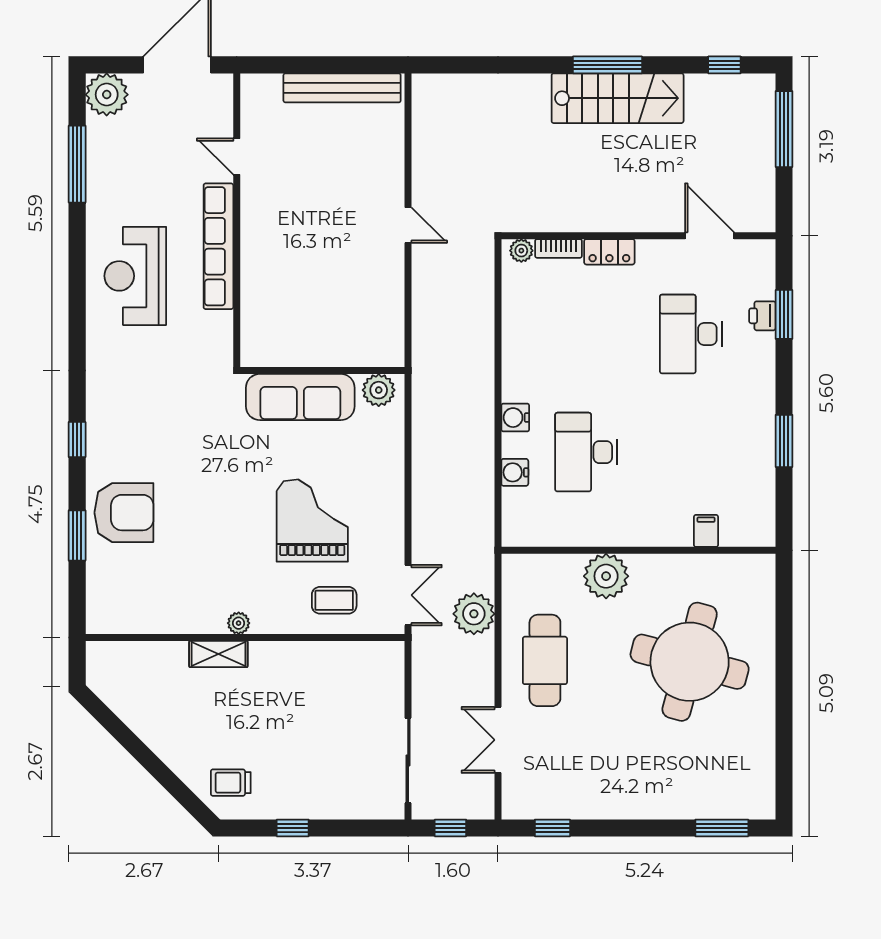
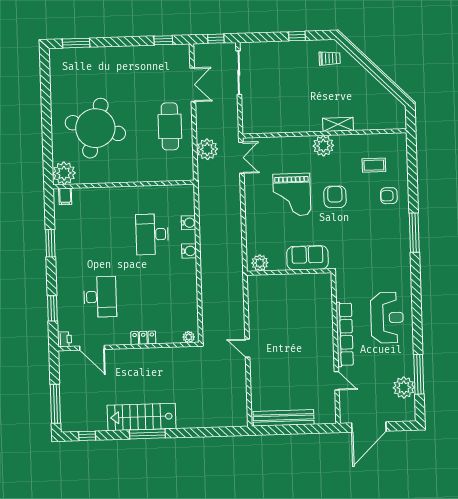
plant: (107, 95) -> (404, 388), moved
bookcase: (559, 248) -> (170, 339), removed
printer: (762, 316) -> (65, 339), moved
sofa: (300, 397) -> (307, 258), width x0.73
window: (77, 440) -> (414, 233), width x2.17
desk: (586, 452) -> (152, 234), turned 180
armchair: (124, 513) -> (389, 196), width x0.53, depth x0.53
armchair: (229, 514) -> (335, 197), added
filing cabinet: (706, 531) -> (65, 196), moved
window: (77, 535) -> (413, 183), removed
plant: (606, 576) -> (64, 173), moved
double door: (408, 595) -> (241, 158), swing flipped
coffee table: (334, 600) -> (374, 165), moved
plant: (239, 623) -> (323, 146), width x1.87, depth x1.87

